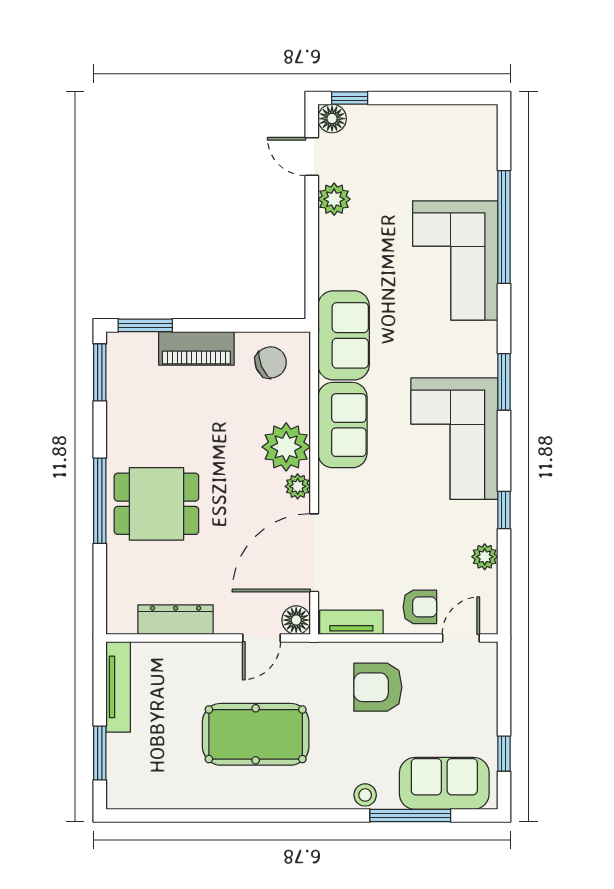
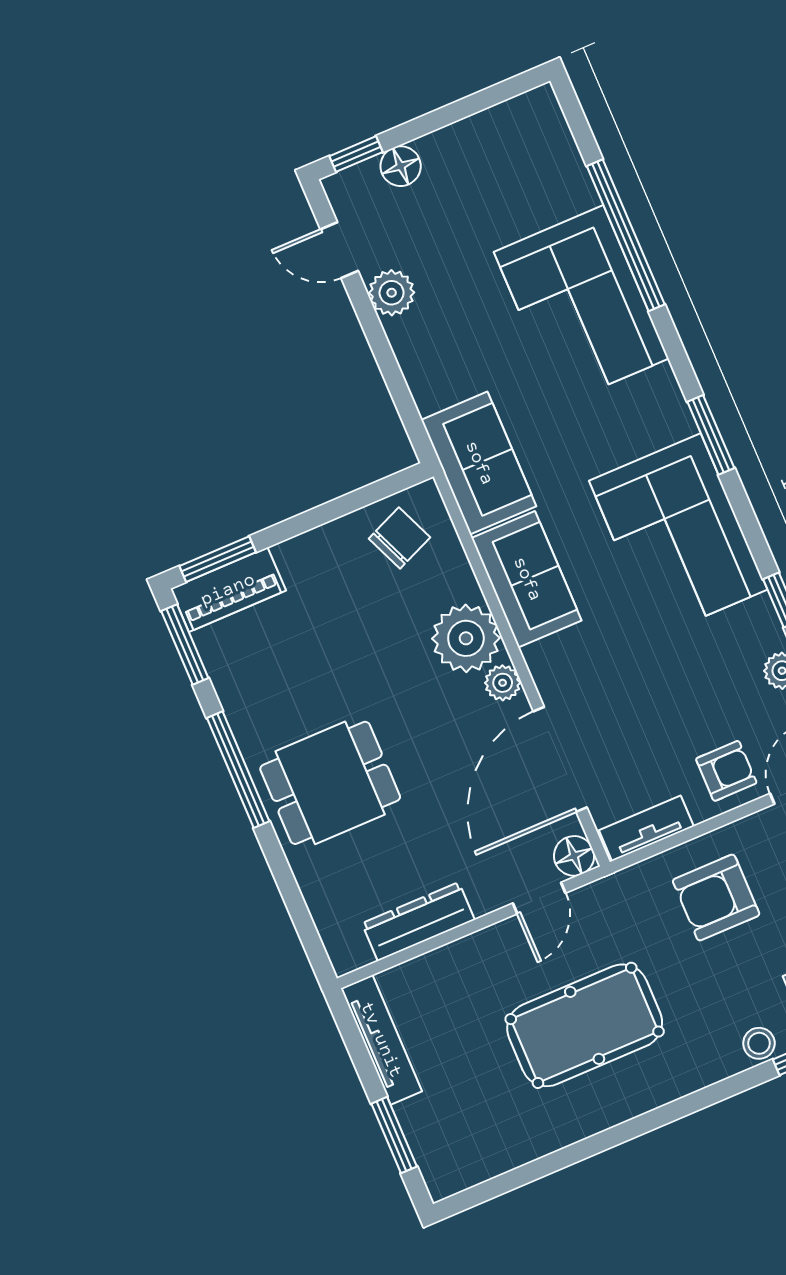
floor lamp: (332, 119) -> (401, 166), moved
piano: (196, 348) -> (228, 590), moved
window: (100, 501) -> (238, 770), moved

